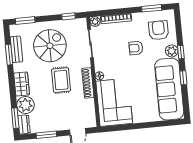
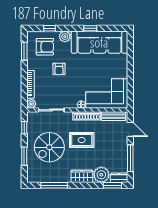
window: (25, 20) -> (24, 156), moved
armchair: (159, 30) -> (45, 47), turned 180
spiral stairs: (50, 46) -> (49, 147), turned -90
bench: (16, 49) -> (113, 116), moved
window: (181, 52) -> (49, 28), moved
window: (9, 55) -> (54, 185), width x1.44
window: (46, 135) -> (130, 158), width x1.44

